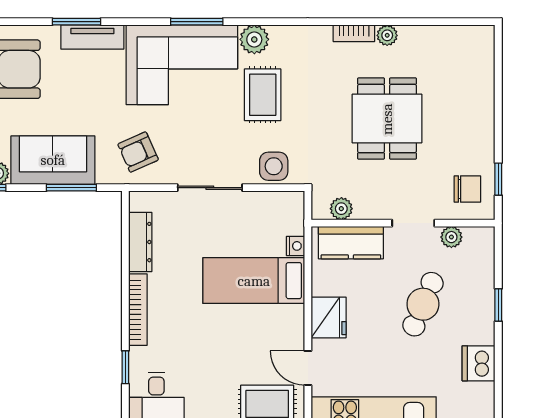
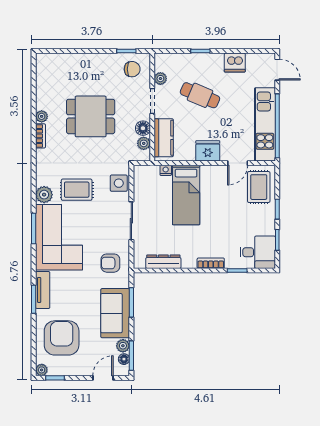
armchair: (138, 152) -> (110, 263), turned 114
chair: (467, 189) -> (132, 69), turned 90
floor lamp: (367, 207) -> (143, 128), added
bookcase: (138, 310) -> (211, 263), width x0.64

